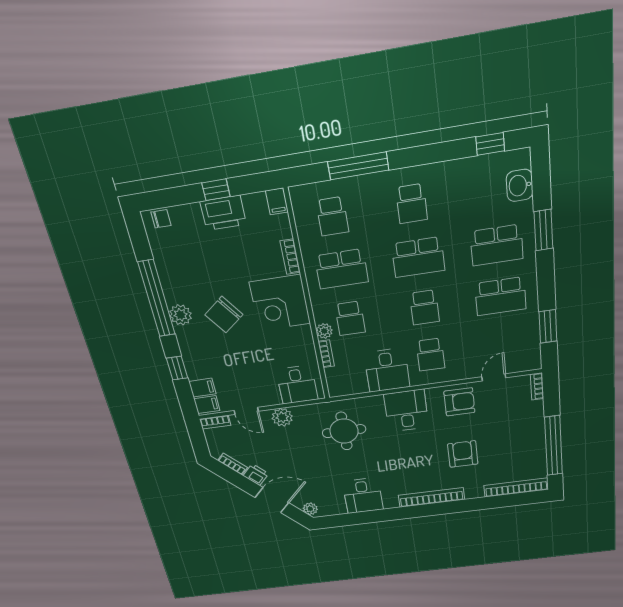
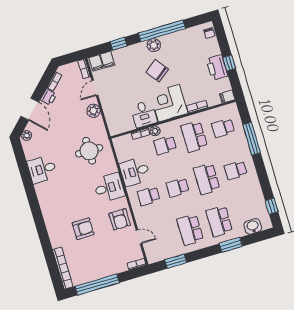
desk: (297, 385) -> (144, 114), moved, turned -90
bookcase: (431, 497) -> (47, 215), removed

